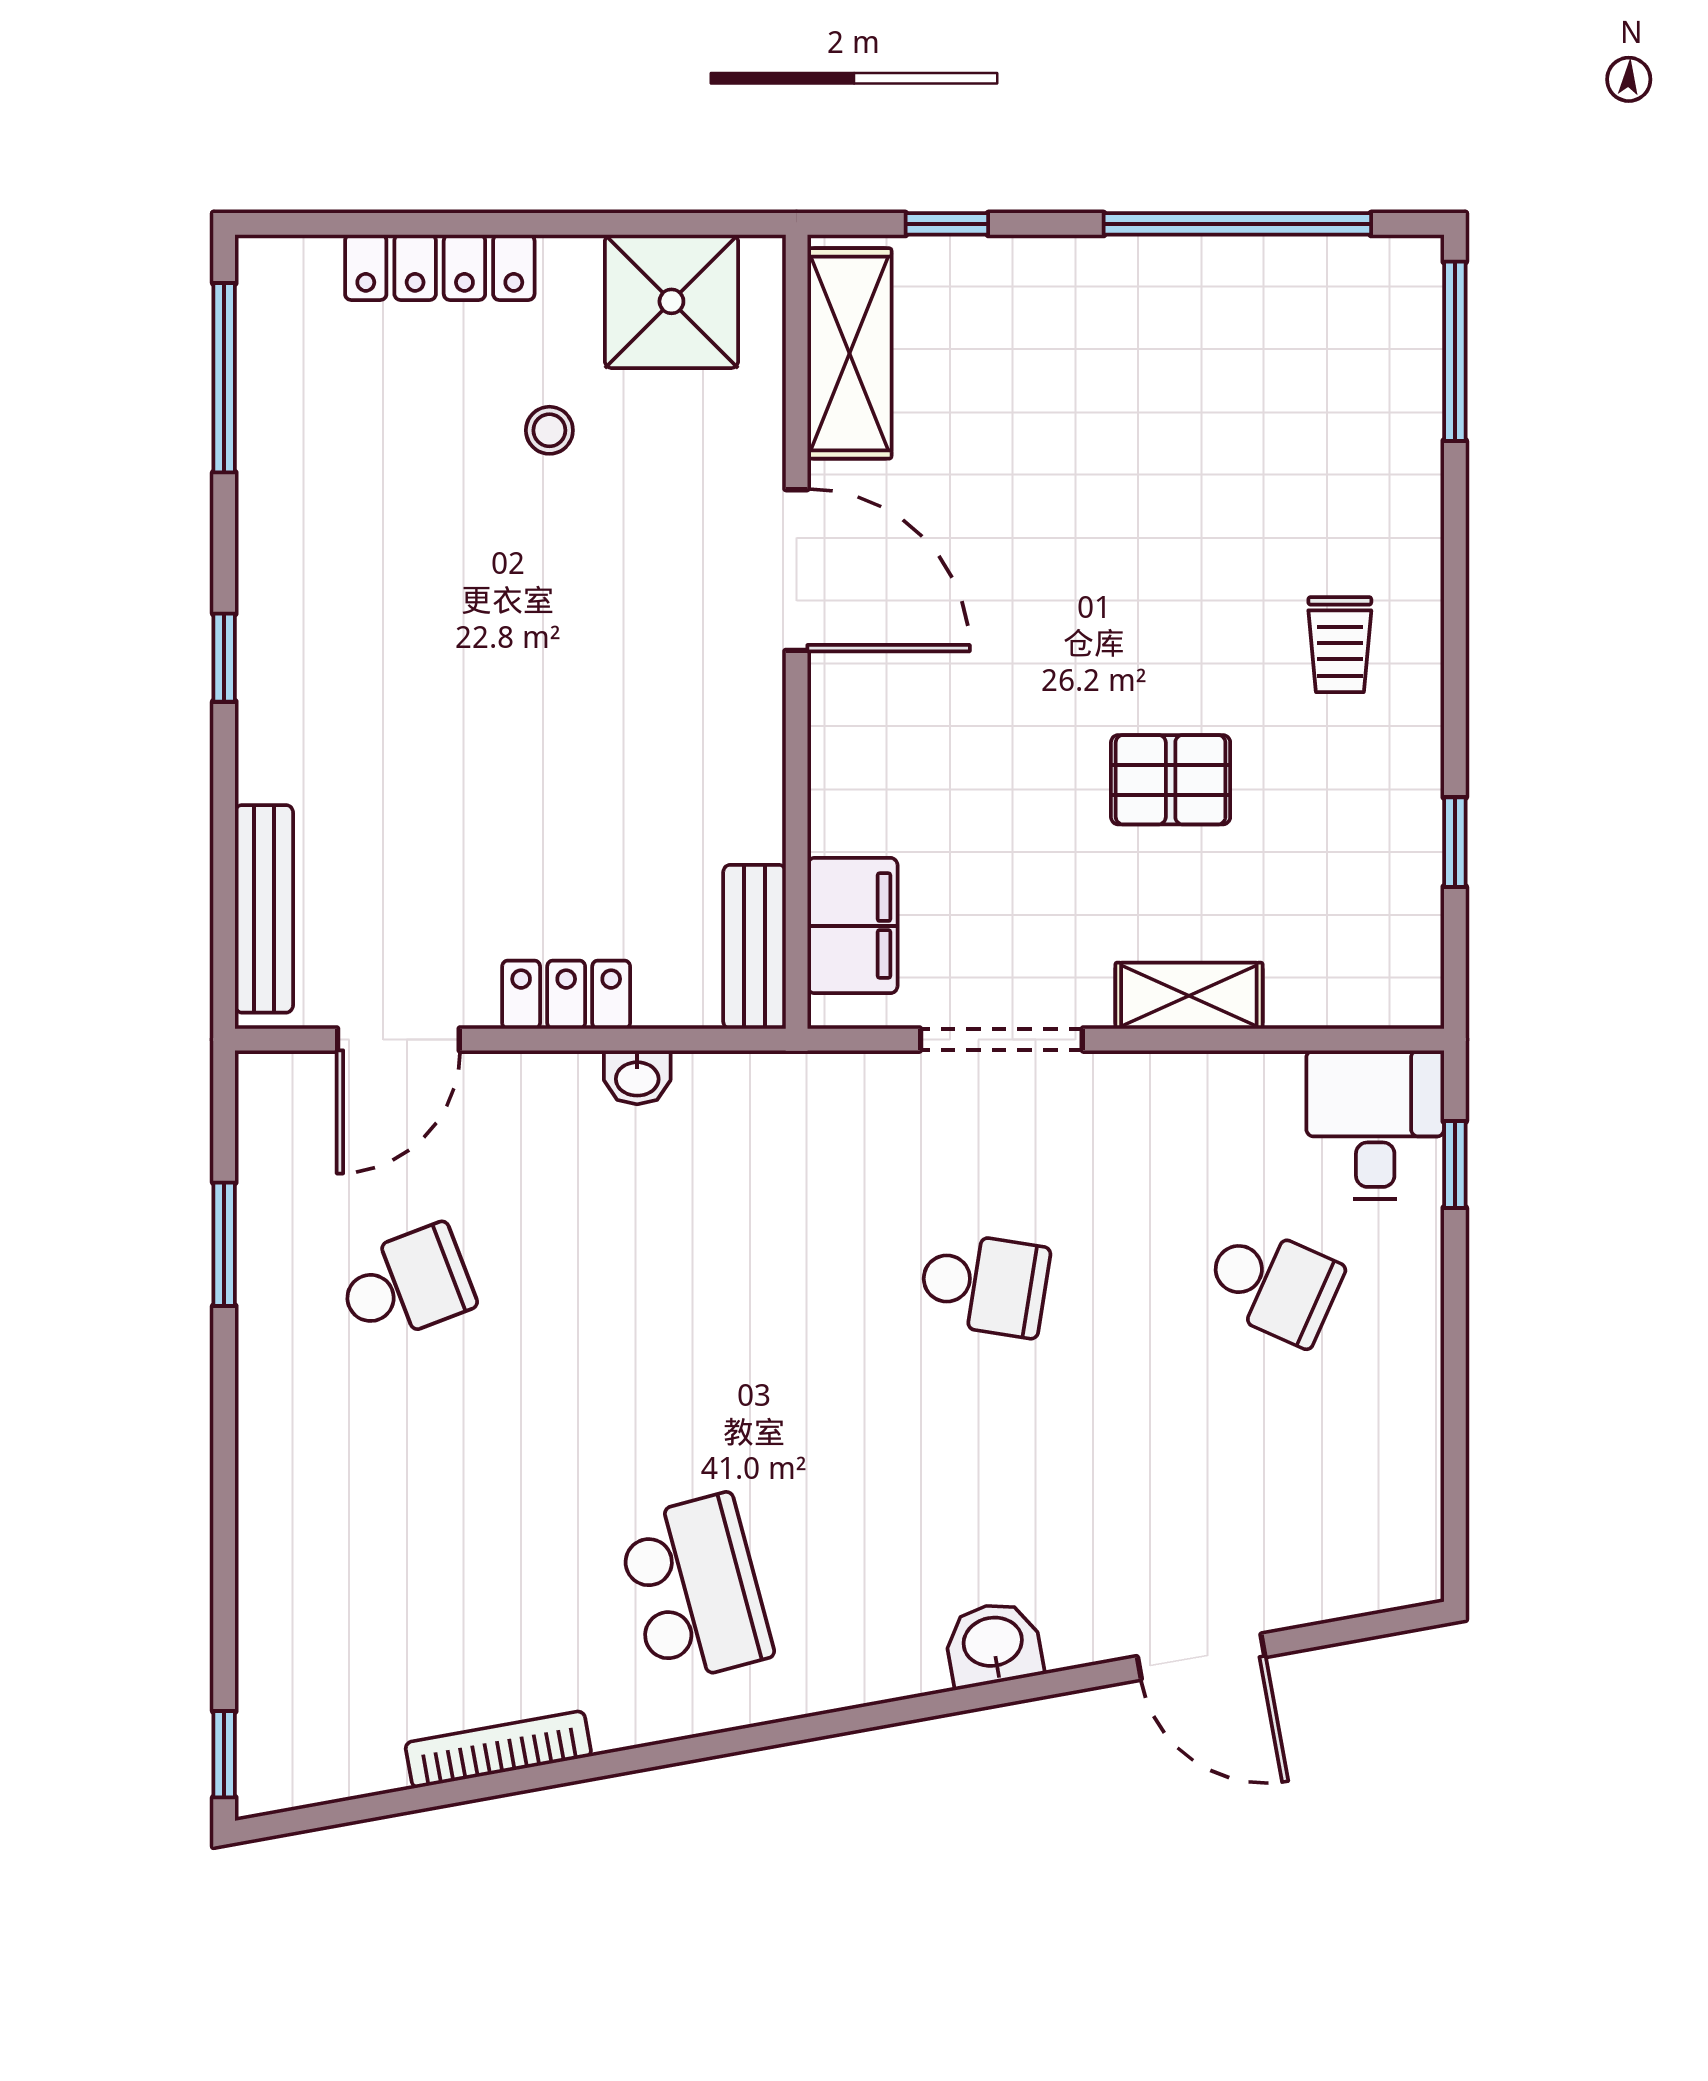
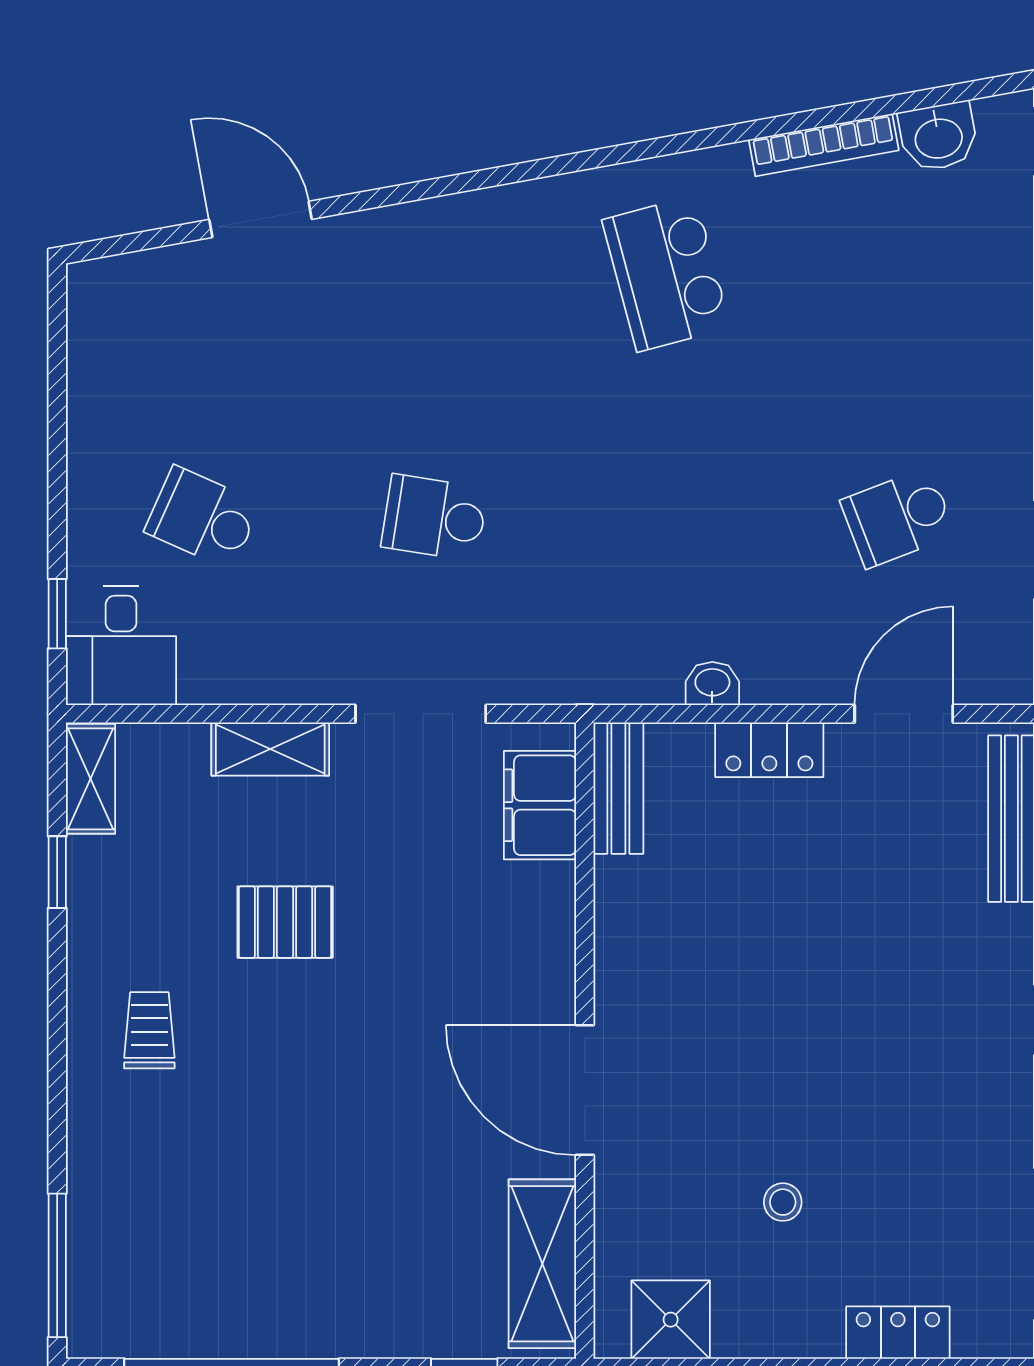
locker: (440, 267) -> (898, 1333), width x0.66
shower: (671, 301) -> (671, 1320), width x0.73, depth x0.73
shelving: (1413, 958) -> (91, 779), added
washbasin: (993, 1644) -> (938, 137), moved

